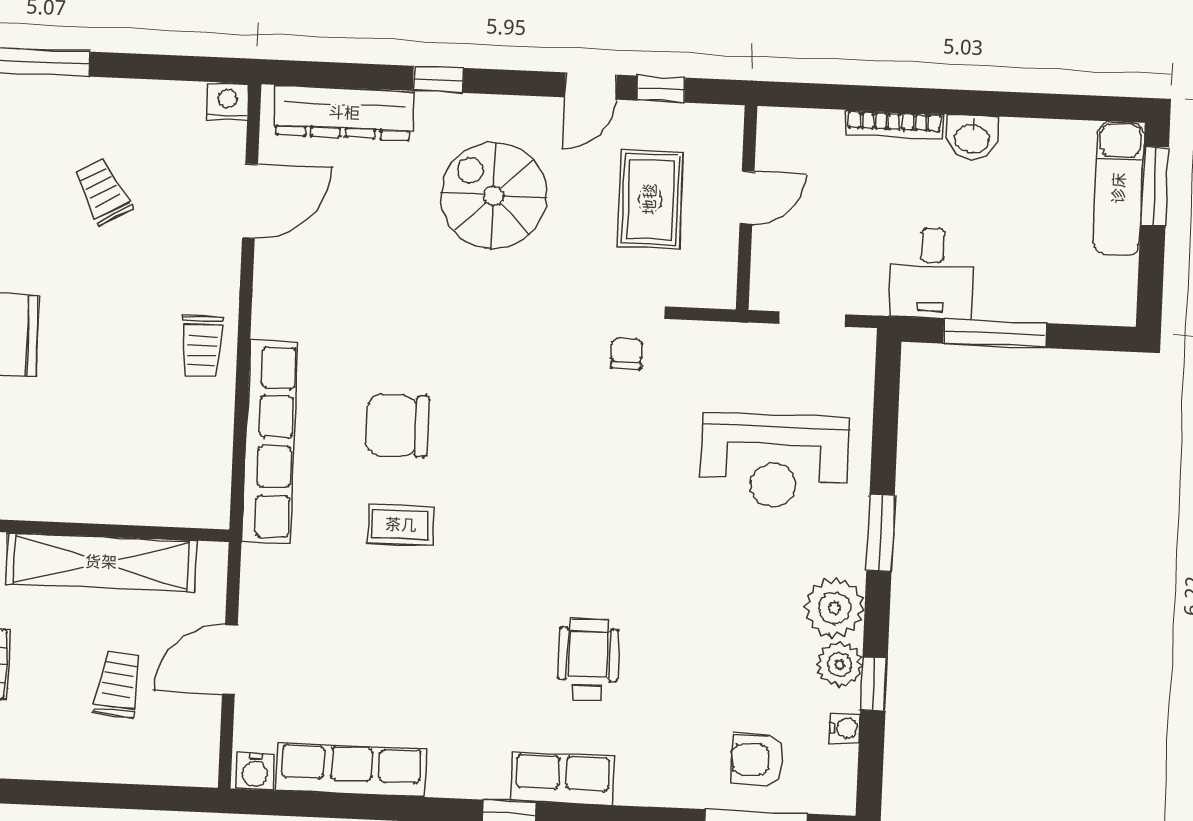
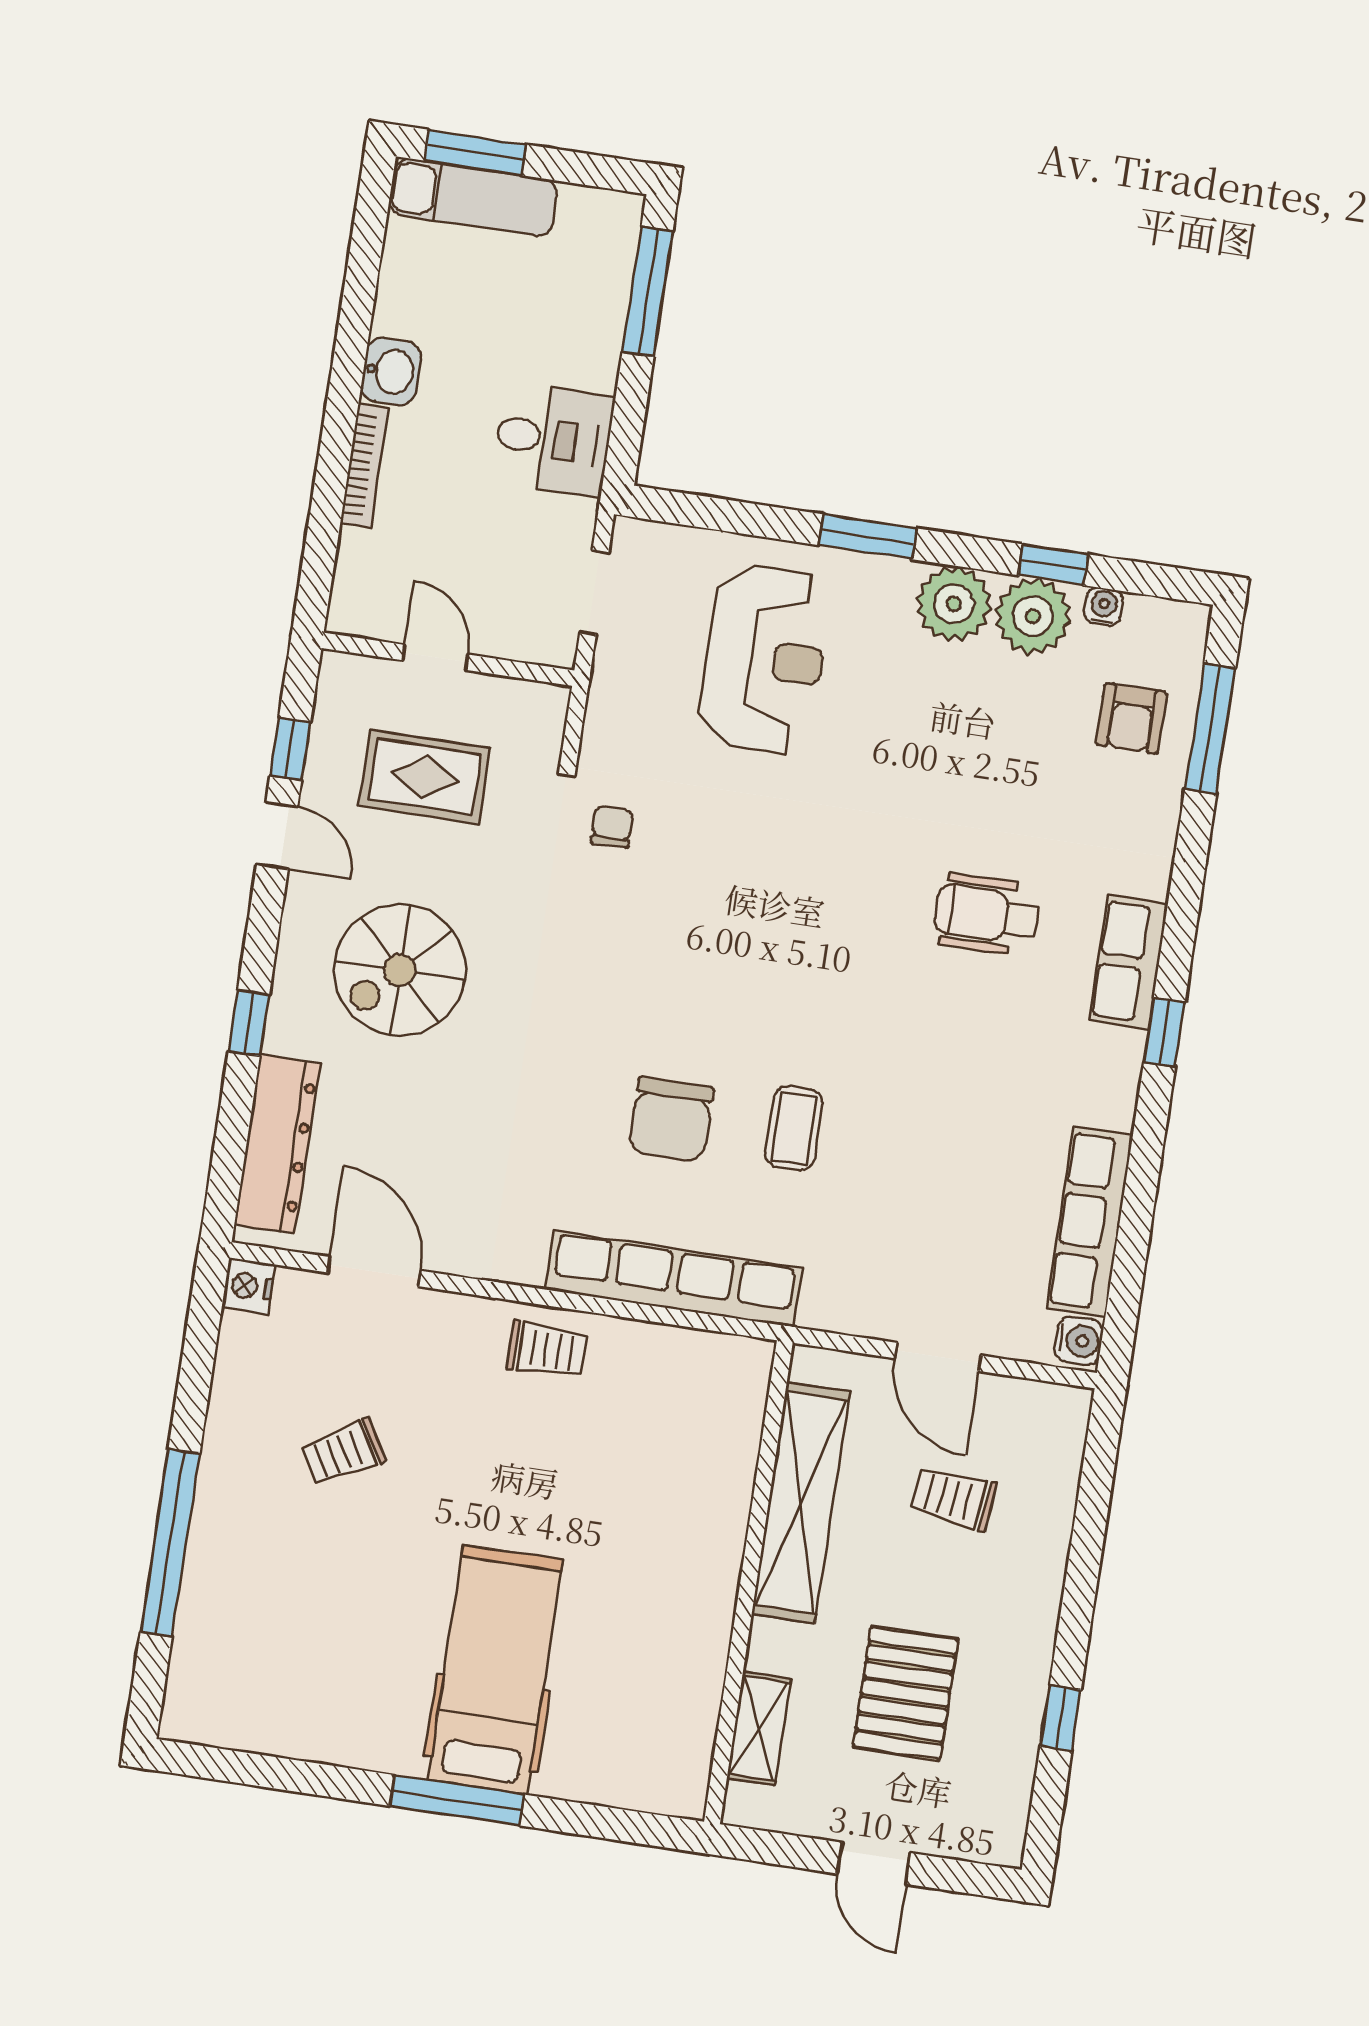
window: (995, 333) -> (648, 292), moved
chair: (626, 353) -> (612, 827), turned 90
plant: (840, 665) -> (1033, 616), width x1.36, depth x1.36

